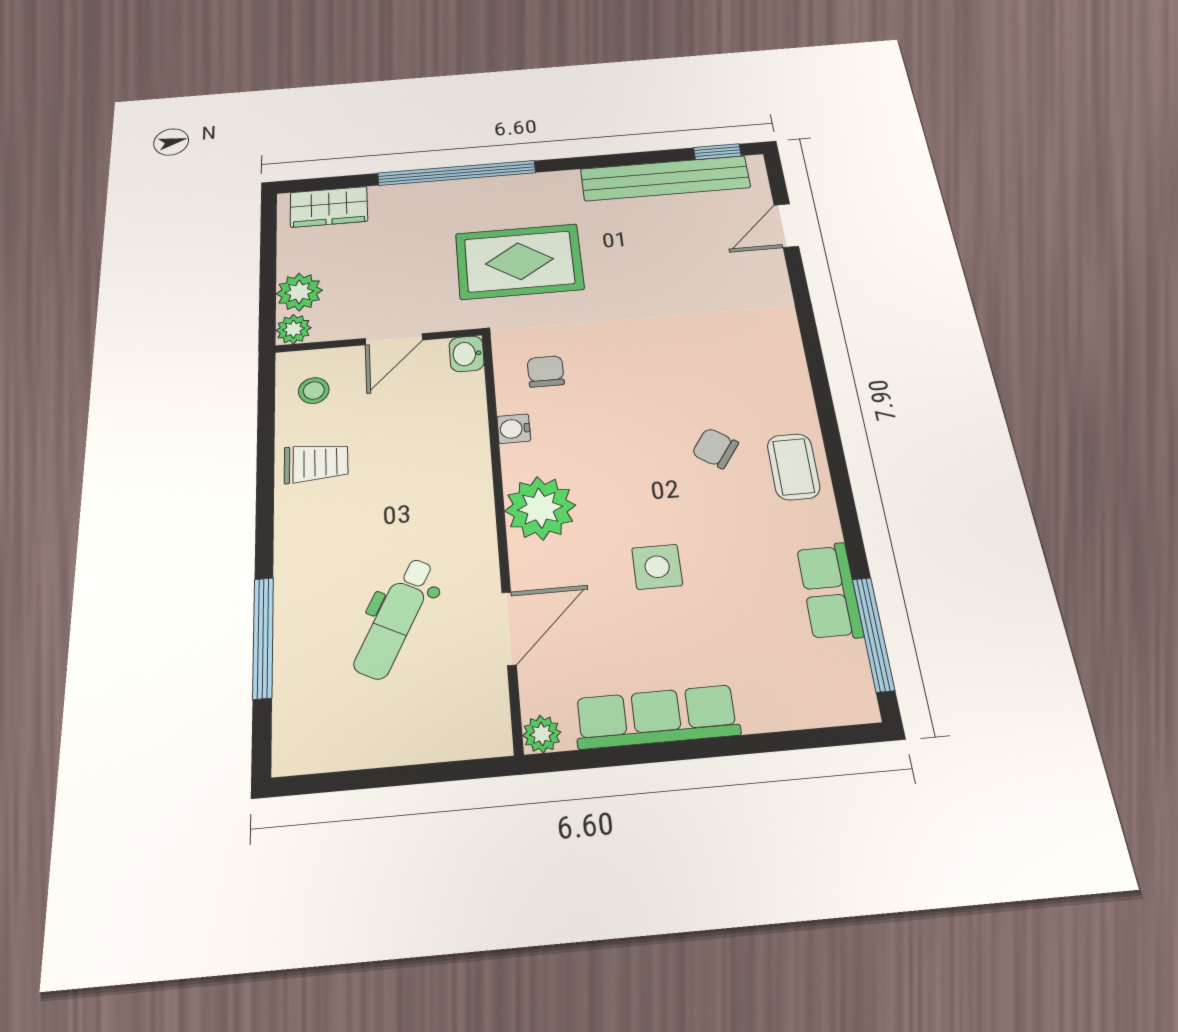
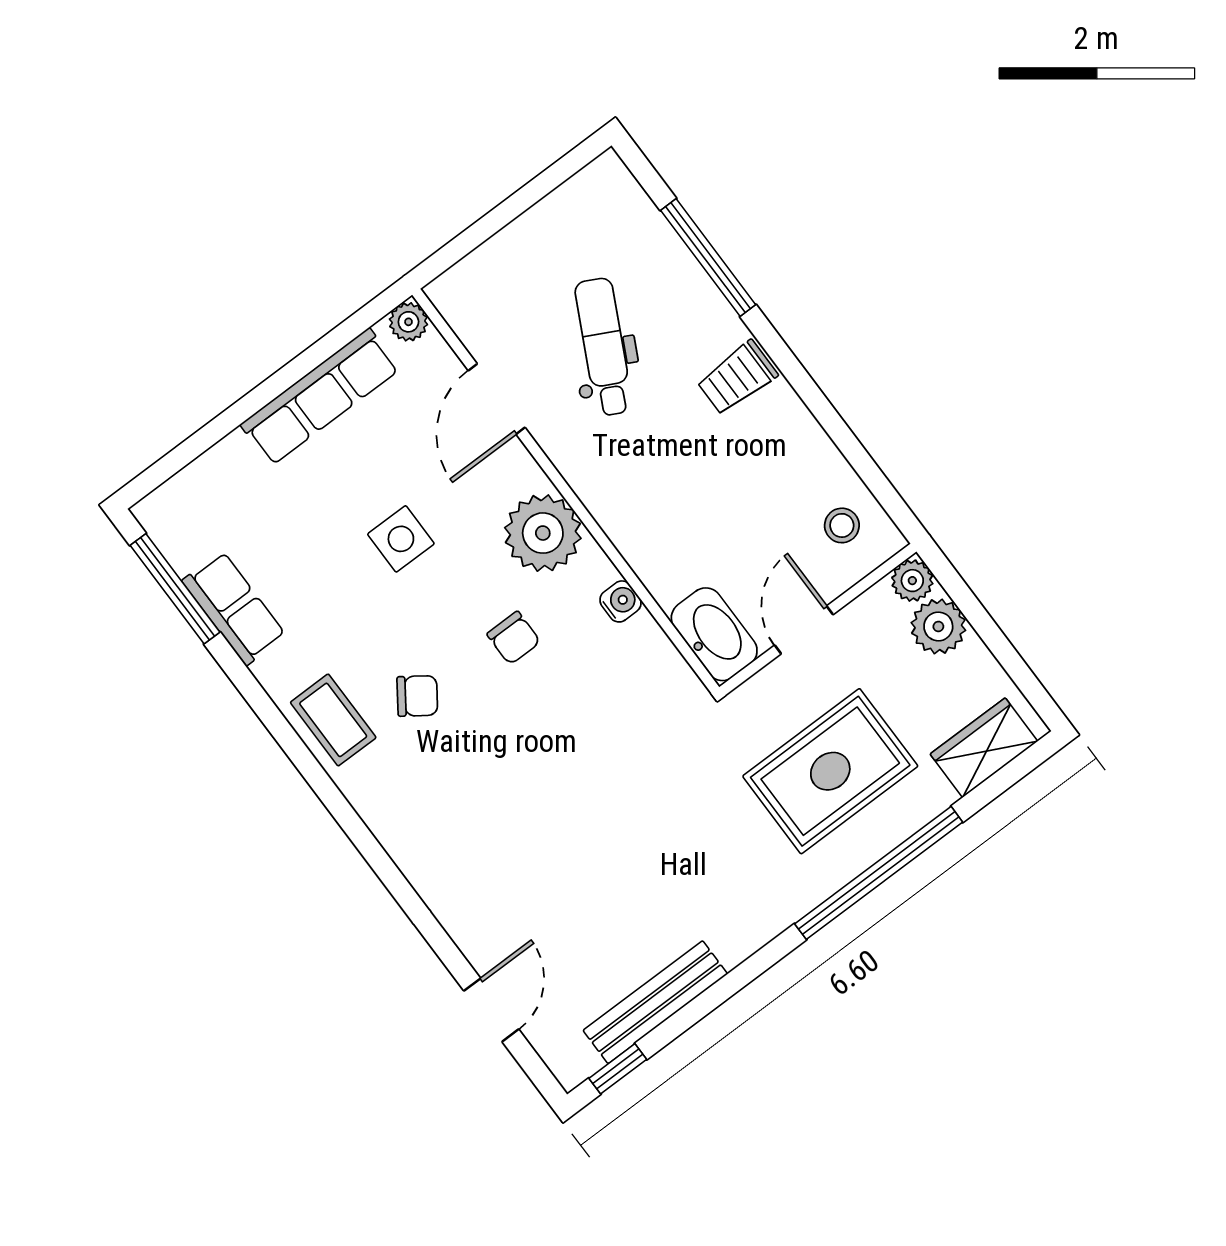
bench: (665, 178) -> (655, 1002), width x0.73, depth x0.82
rug: (519, 261) -> (830, 771), moved
washbasin: (467, 354) -> (714, 634), width x1.91, depth x1.45
chair: (546, 371) -> (514, 638), moved
trolley: (316, 463) -> (737, 378), moved

